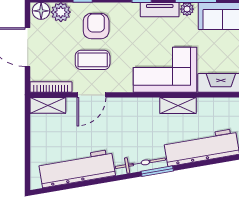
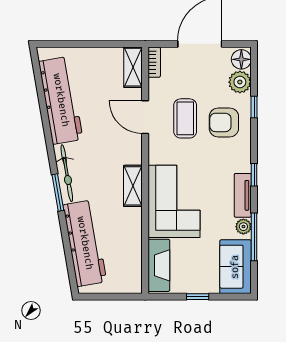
armchair: (96, 26) -> (224, 122), turned 180
bookcase: (51, 87) -> (154, 62), width x0.64
shelving: (178, 105) -> (133, 186), moved

